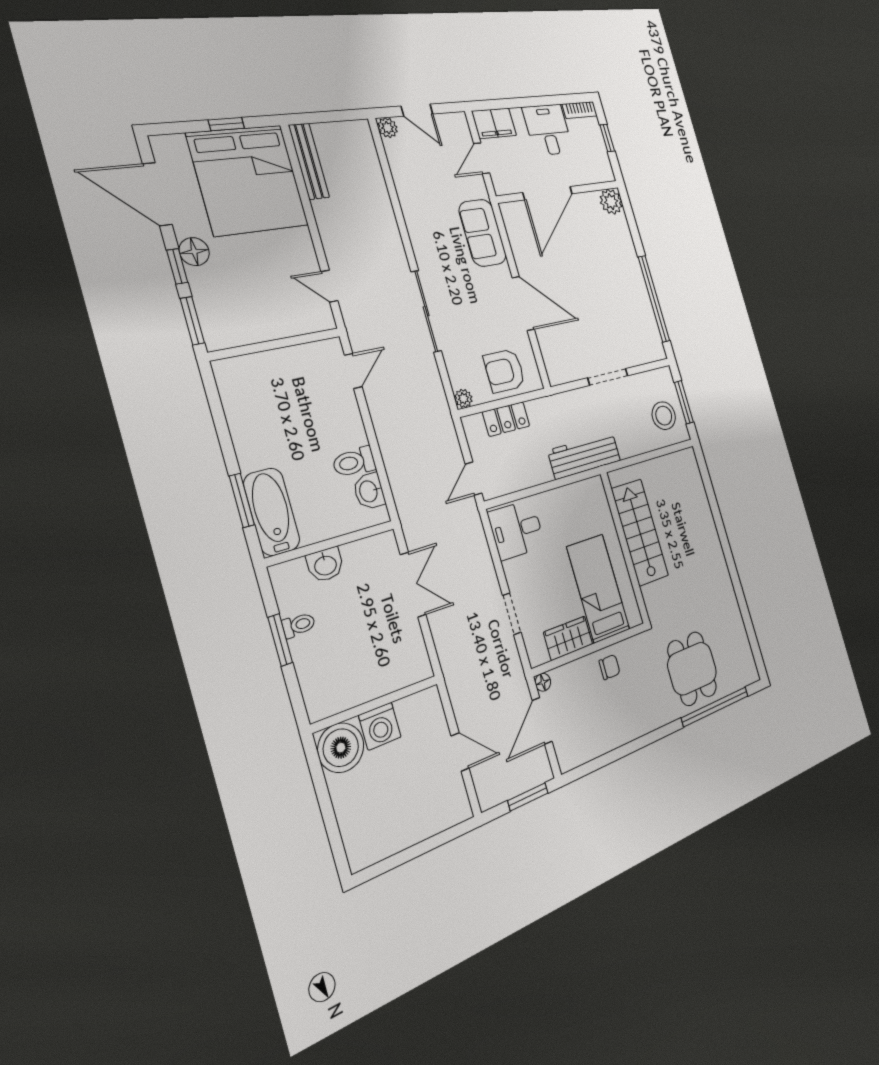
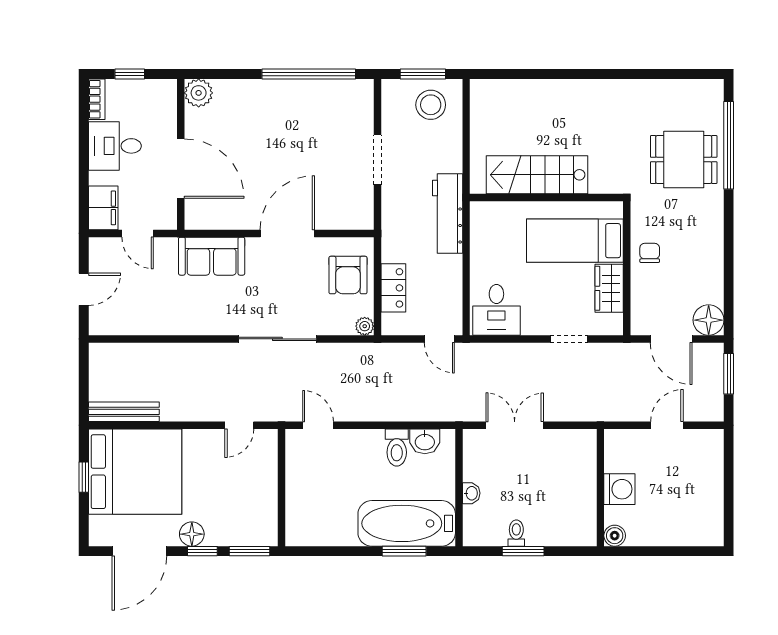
plant: (388, 128) -> (99, 325), removed
bathtub: (272, 512) -> (407, 523), width x1.36, depth x1.36
washbasin: (325, 565) -> (471, 493), width x0.72, depth x0.69
floor lamp: (543, 682) -> (709, 320), moved, width x1.89, depth x1.89
boiler: (341, 748) -> (615, 536), width x0.54, depth x0.54

